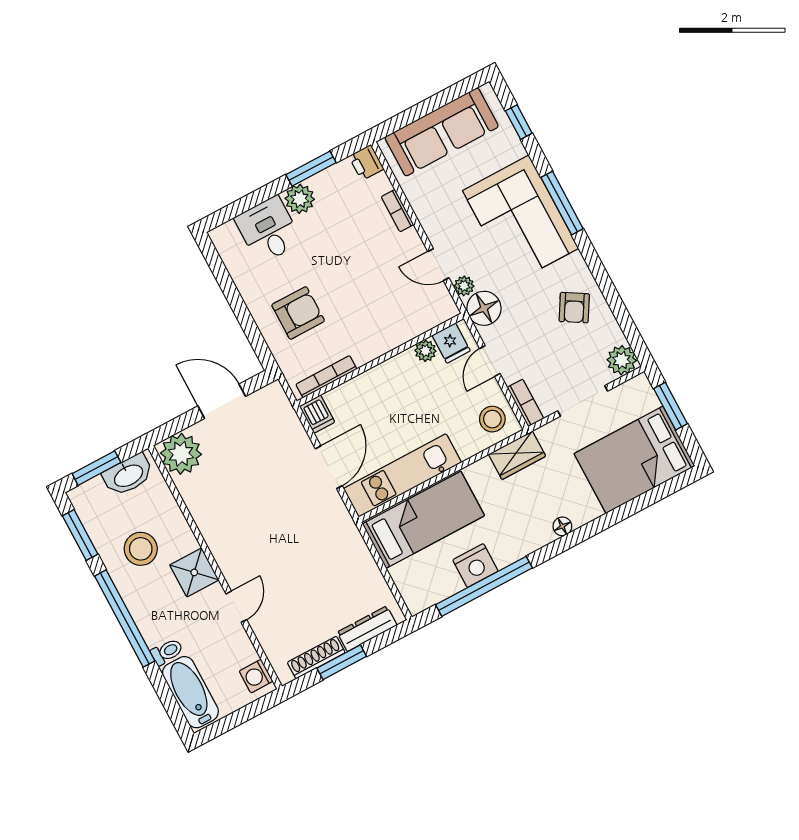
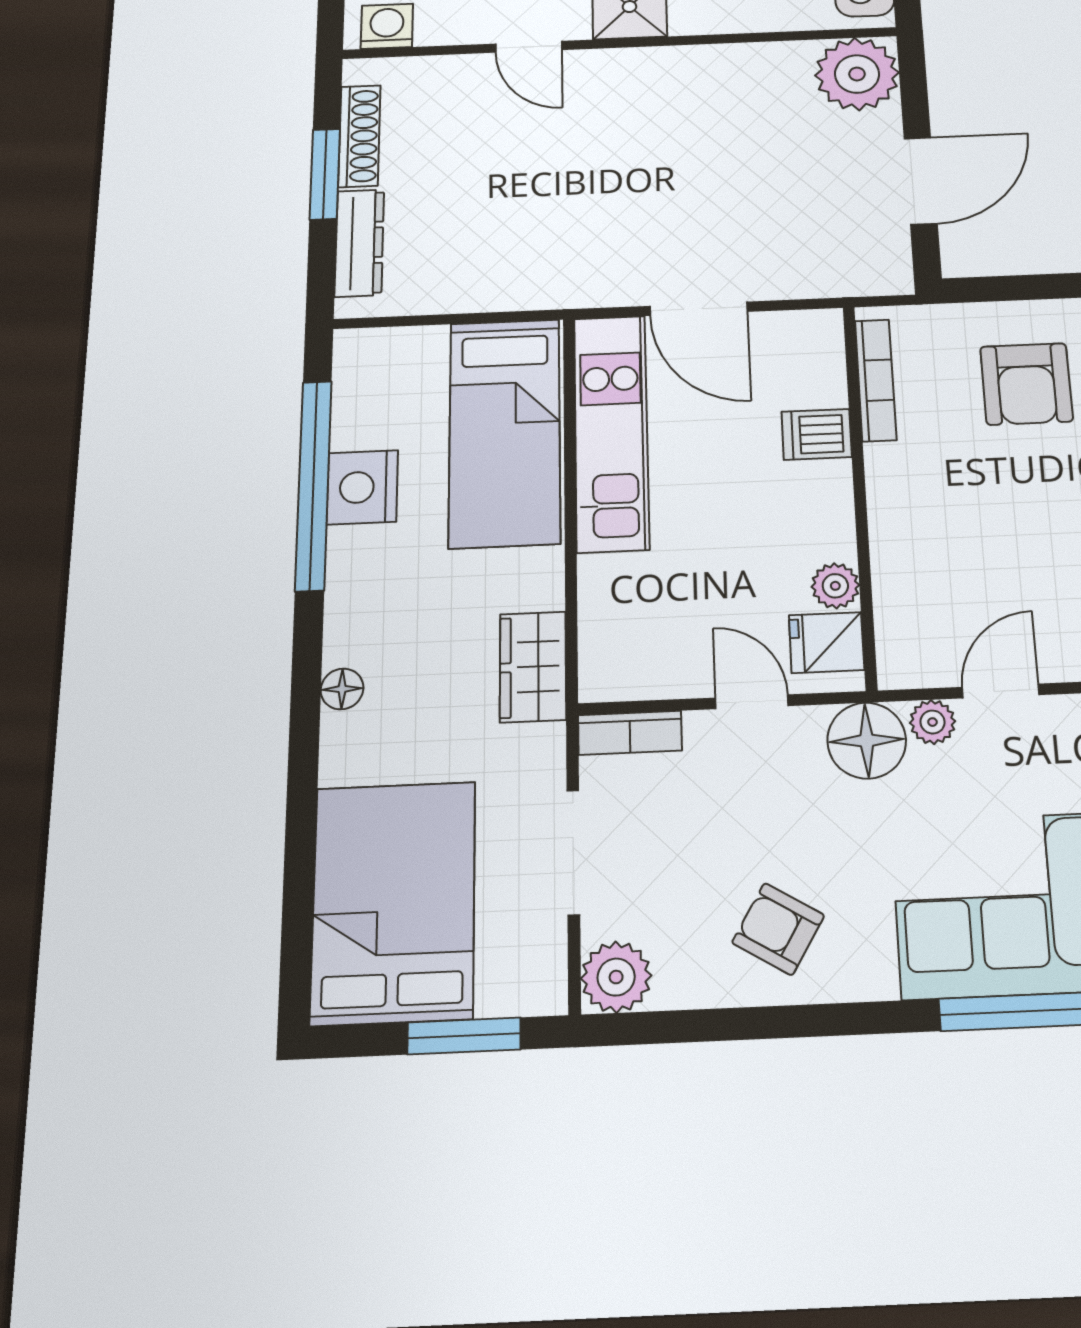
dishwasher: (317, 414) -> (817, 434), moved
stool: (492, 419) -> (631, 652), removed

